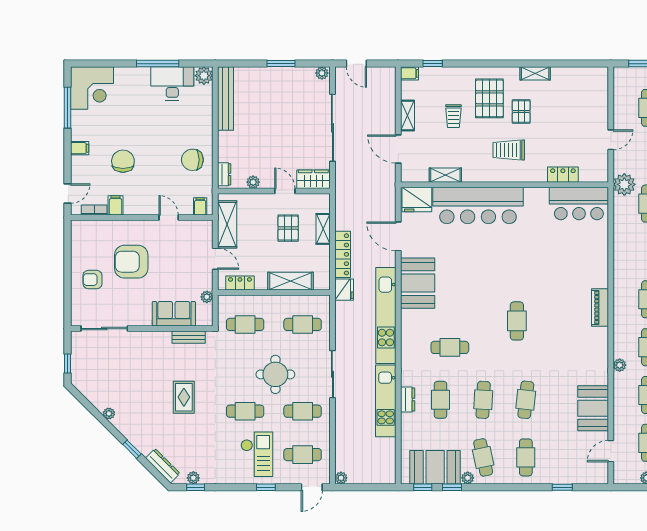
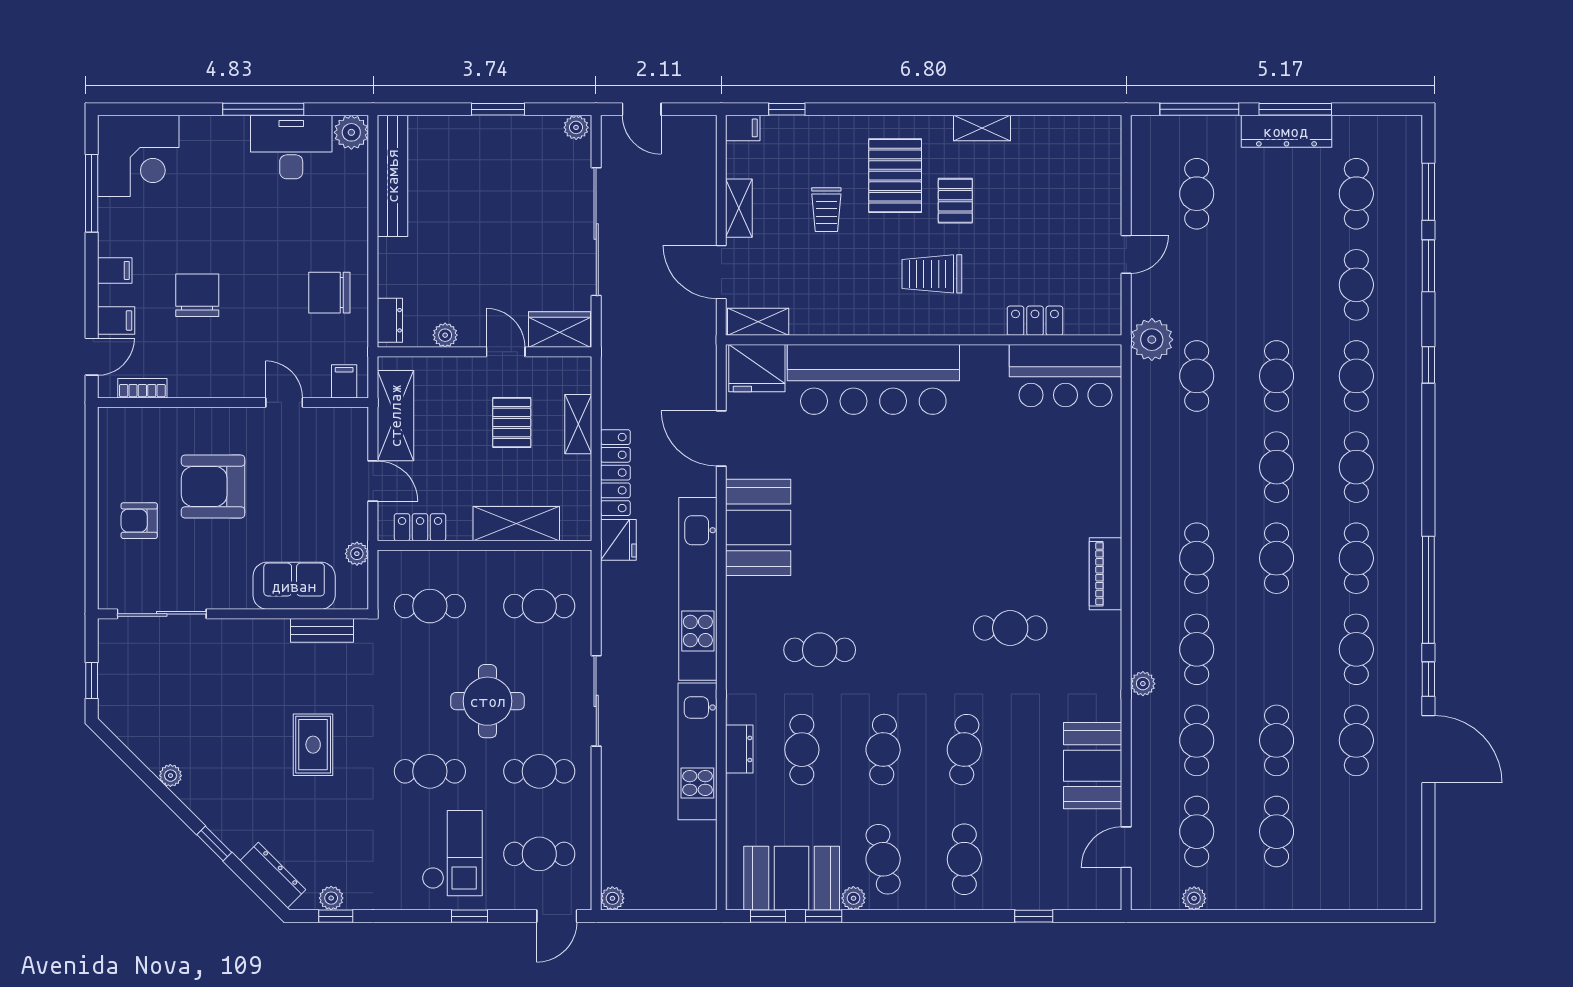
shelving: (445, 175) -> (758, 322), moved
filing cabinet: (116, 205) -> (116, 320), moved, turned 90
cafe table: (517, 321) -> (1010, 628), moved, turned 90

